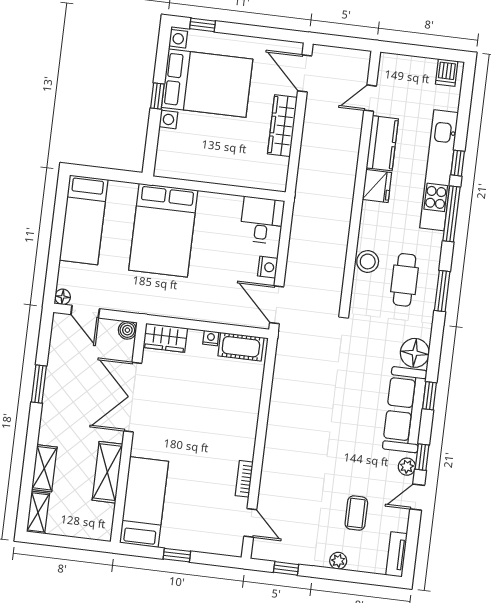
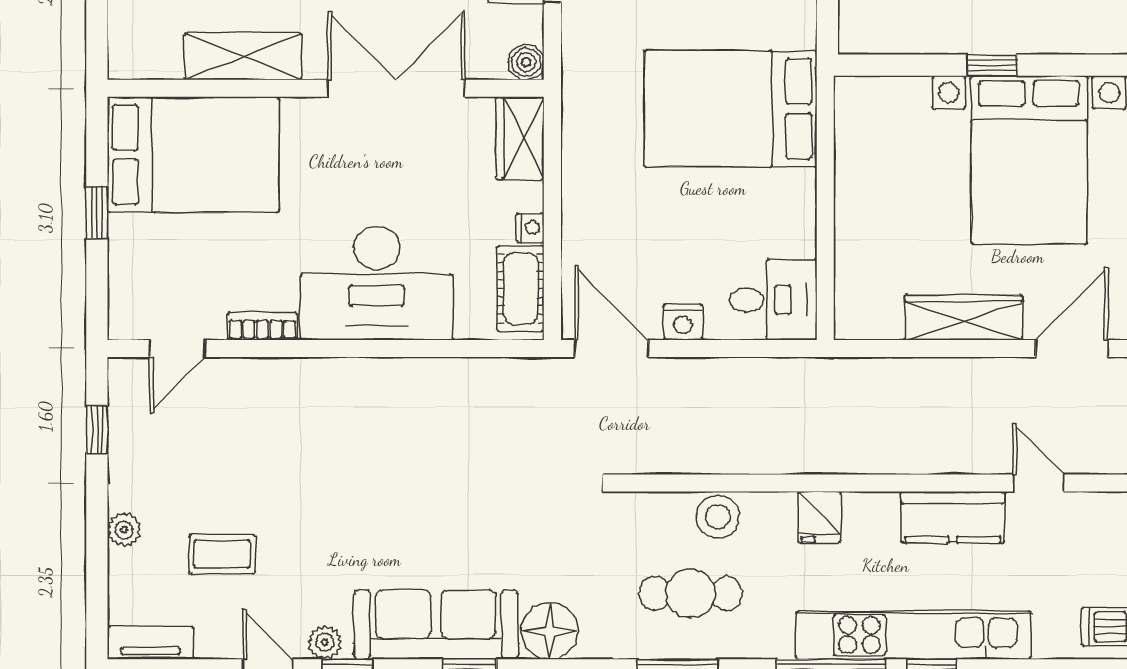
fridge: (377, 186) -> (819, 517), moved, width x0.72
door: (277, 305) -> (611, 349), hinge flipped
desk: (230, 419) -> (377, 283), added
bed: (144, 502) -> (193, 155), width x1.50

